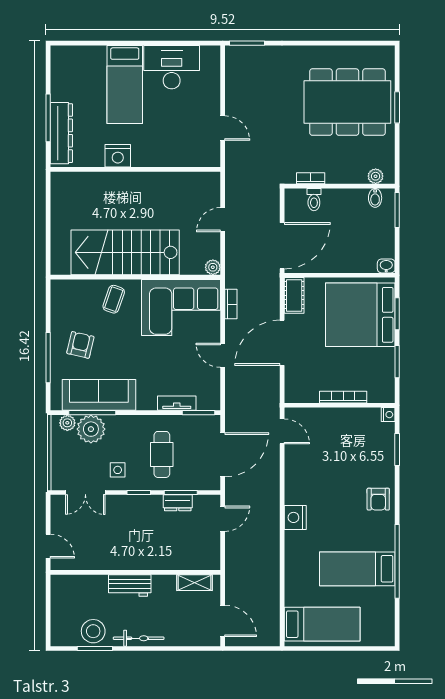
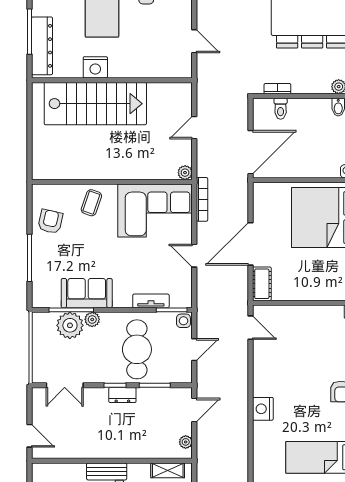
stairs: (125, 252) -> (95, 104), moved, turned 180
cot: (294, 295) -> (262, 284), moved
bookcase: (231, 304) -> (202, 199), width x1.56
armchair: (80, 345) -> (50, 221), moved
sofa: (99, 395) -> (87, 293), width x0.73
bookcase: (343, 397) -> (308, 295), removed
plant: (67, 423) -> (92, 319), moved
cafe table: (162, 454) -> (137, 349), width x1.37, depth x1.35
door: (223, 455) -> (194, 350), width x0.53
side table: (118, 470) -> (183, 321), moved
dresser: (178, 503) -> (122, 395), moved
plant: (214, 553) -> (186, 442), added

